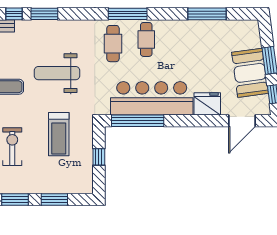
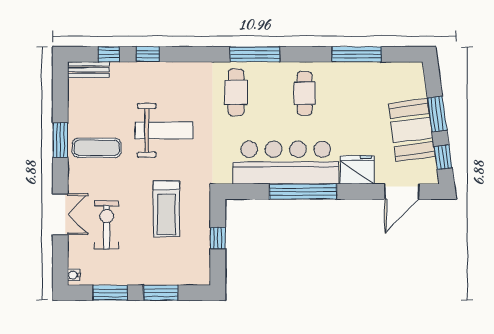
window: (44, 14) -> (148, 54), width x0.67
cafe table: (146, 39) -> (305, 93), moved
weight bench: (57, 73) -> (164, 130), turned 180
window: (138, 121) -> (303, 192), moved

